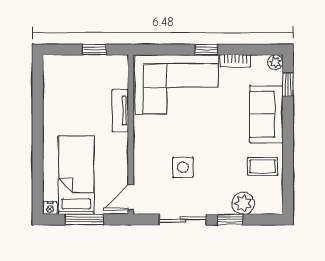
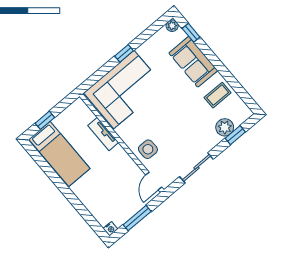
window: (95, 50) -> (45, 120), moved
bookcase: (235, 61) -> (147, 45), removed
side table: (183, 167) -> (148, 149), moved
bed: (76, 175) -> (59, 154), moved, turned 180
window: (230, 220) -> (235, 135), moved

